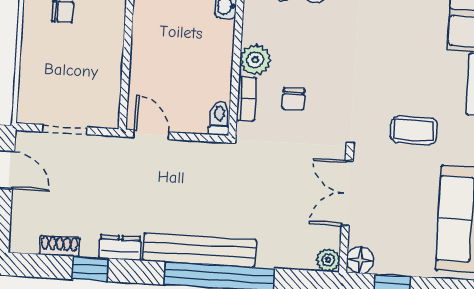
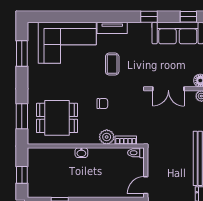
chair: (294, 99) -> (102, 104), moved
coffee table: (414, 130) -> (112, 64), moved

